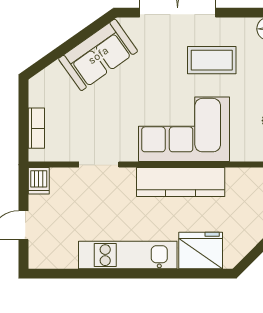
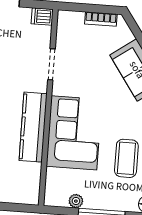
bookcase: (36, 128) -> (101, 19), moved

